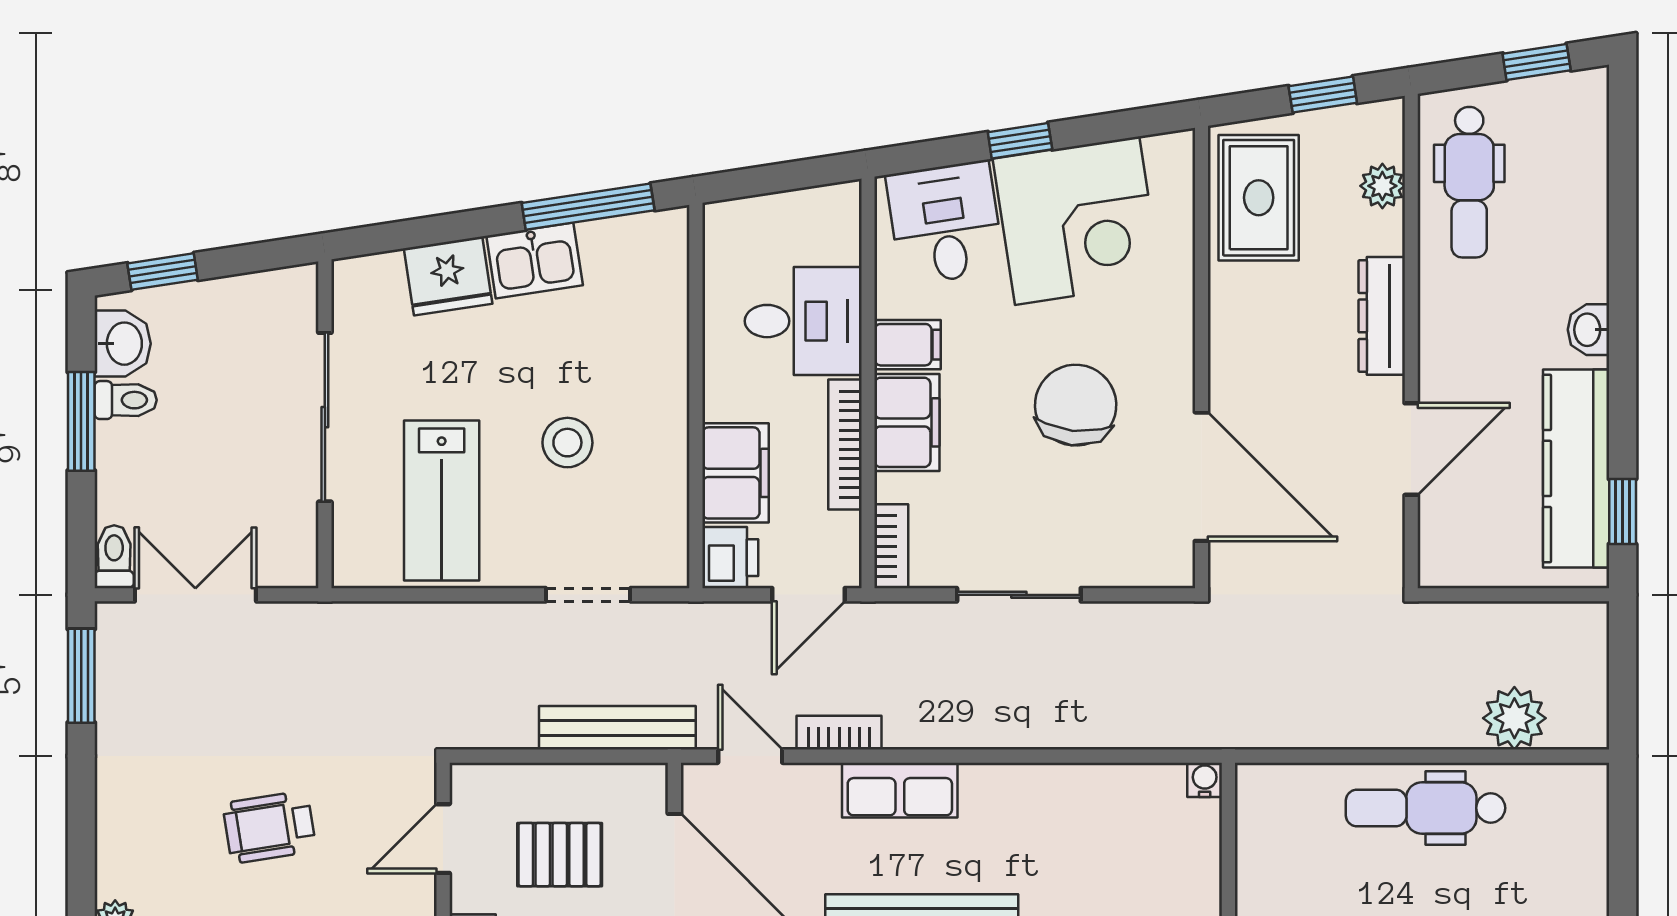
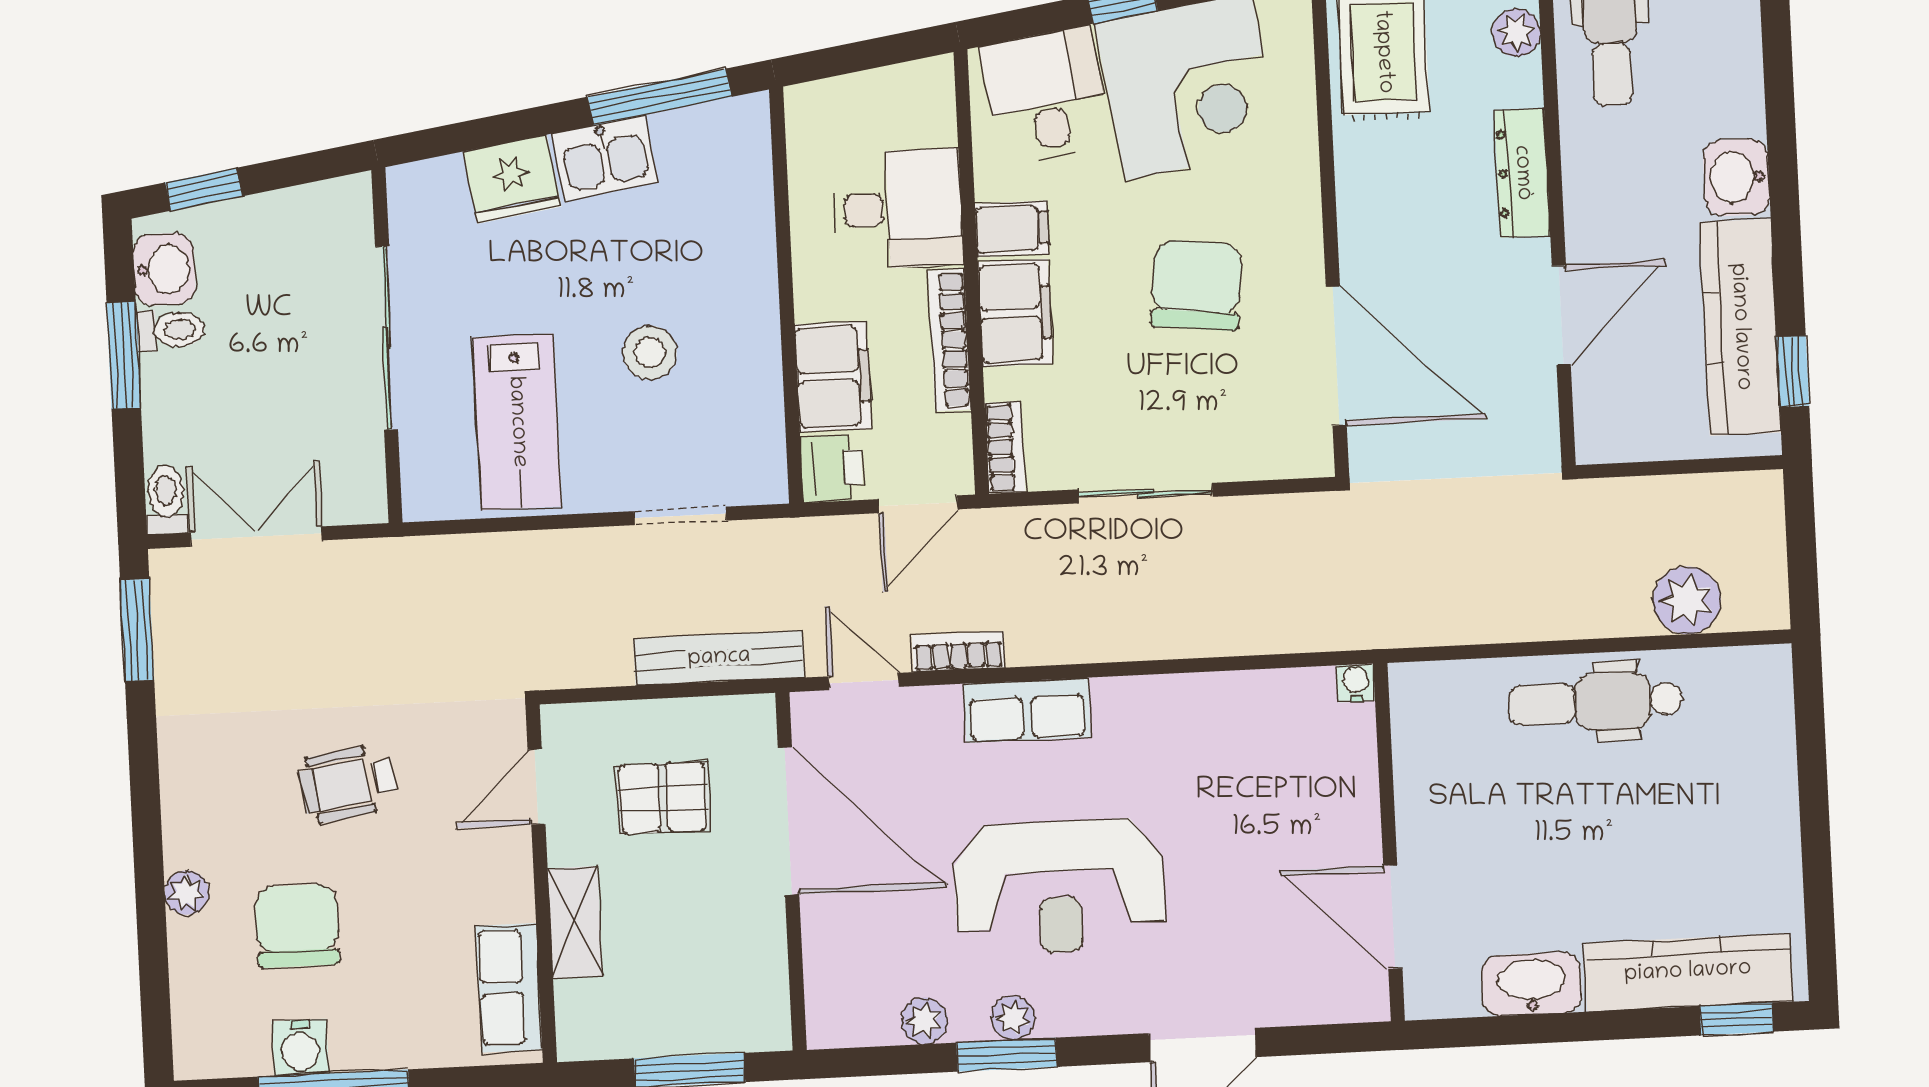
washbasin: (1588, 330) -> (1736, 177), width x1.38, depth x1.45

